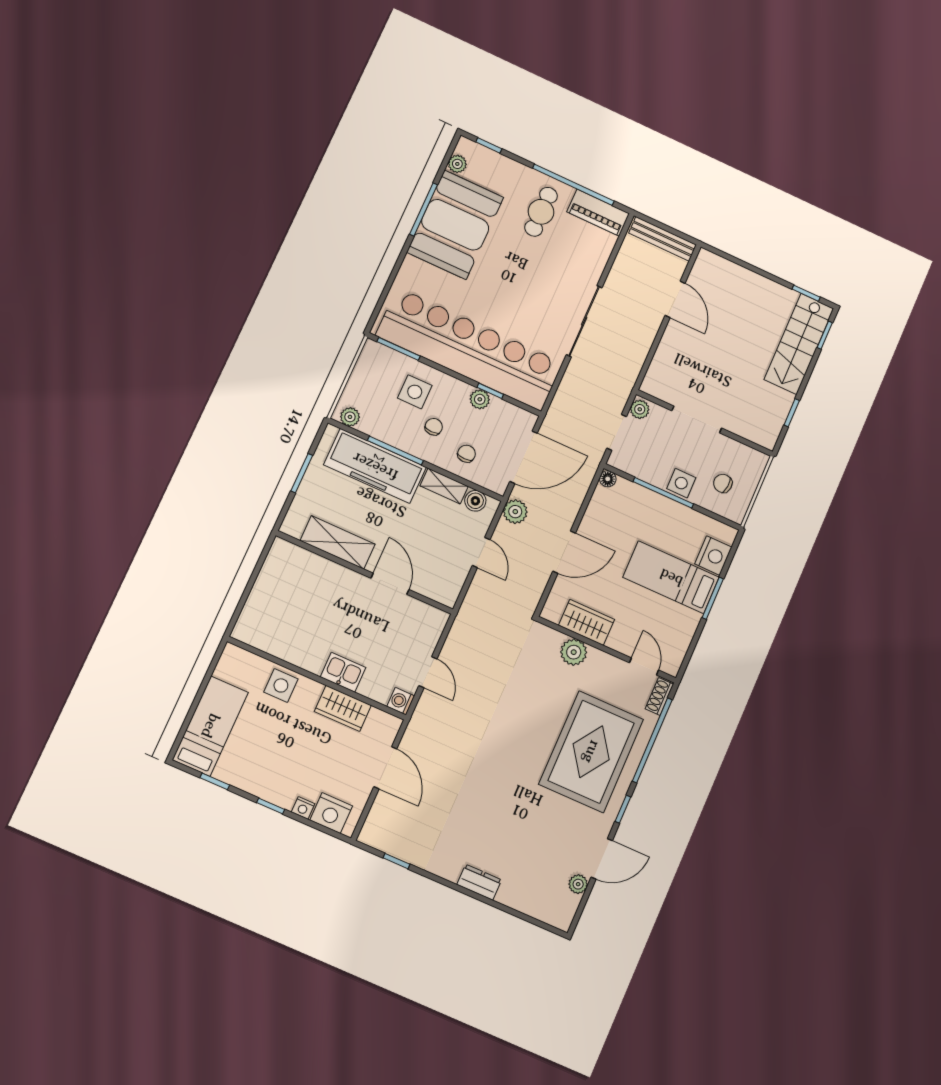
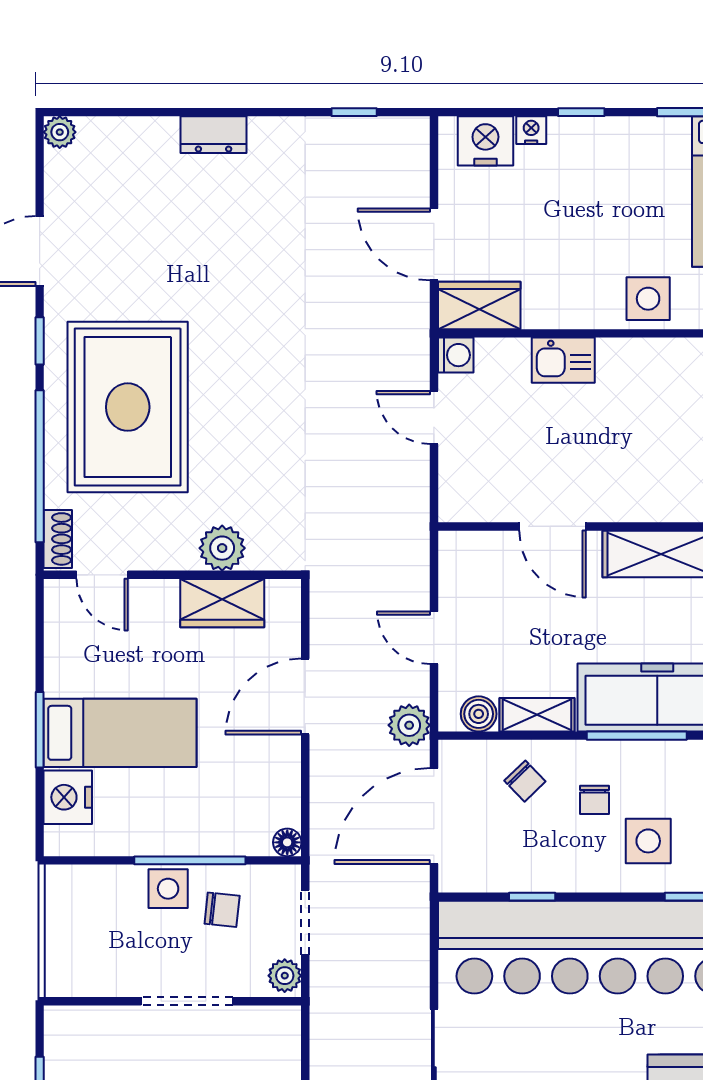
plant: (480, 399) -> (542, 876), removed
chair: (467, 454) -> (525, 781), turned -44
chair: (723, 483) -> (222, 910), moved
wardrobe: (343, 708) -> (479, 305), moved
plant: (578, 884) -> (60, 132), moved

